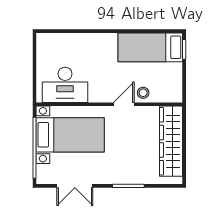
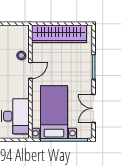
door: (124, 104) -> (30, 70), swing flipped
double door: (75, 186) -> (94, 108), swing flipped

